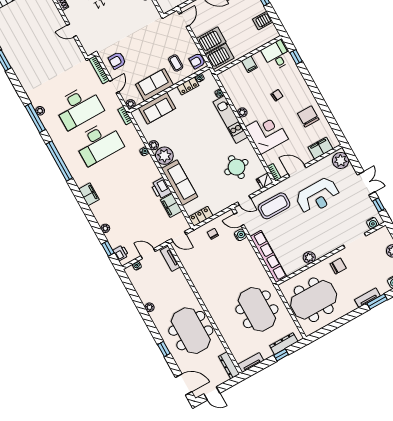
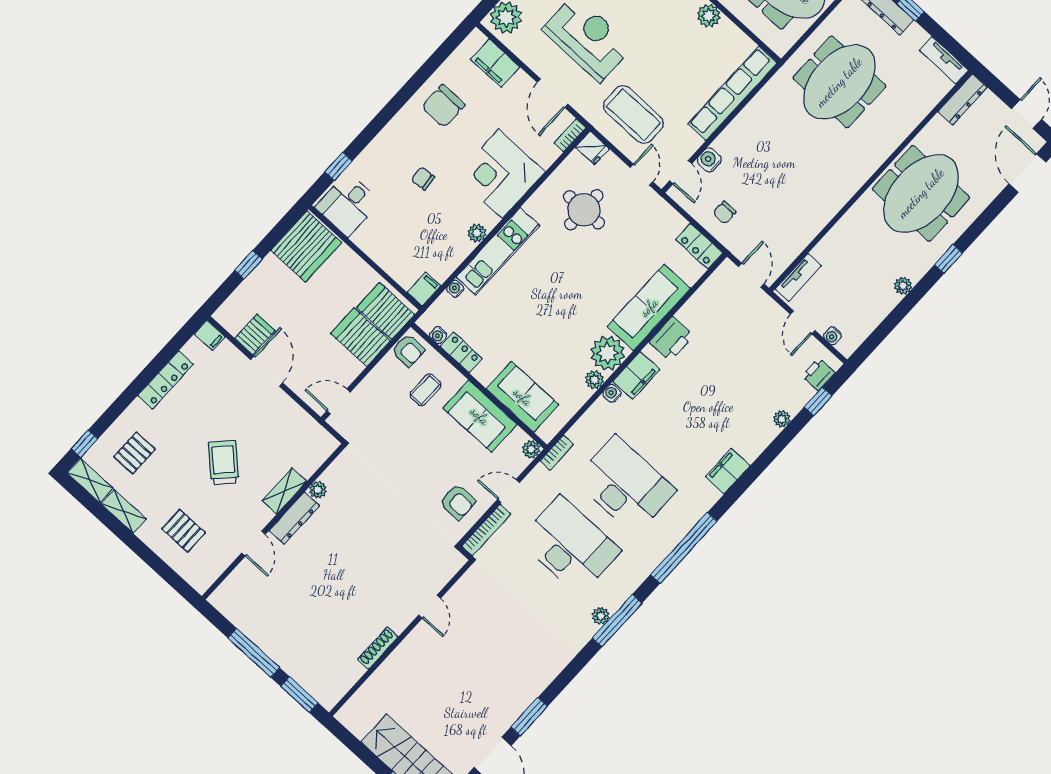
server rack: (263, 21) -> (306, 246), width x2.18, depth x1.44
filing cabinet: (249, 64) -> (424, 289), moved
filing cabinet: (171, 206) -> (636, 375), moved
window: (164, 349) -> (949, 259), moved

